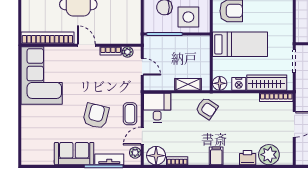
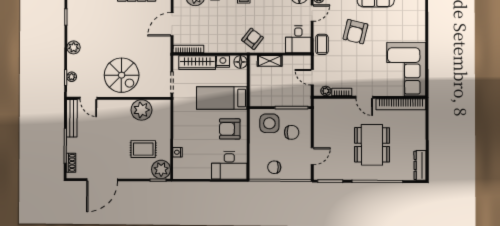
armchair: (207, 108) -> (252, 39), turned 94
coffee table: (130, 114) -> (322, 44), moved

